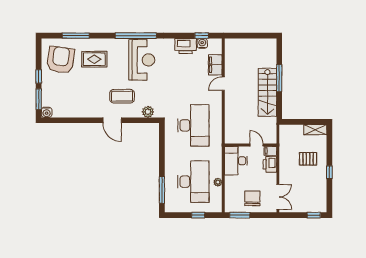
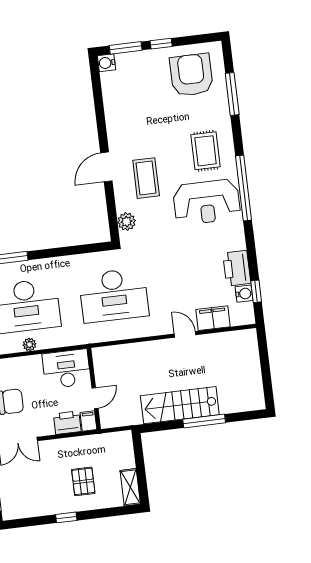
rug: (94, 59) -> (206, 151), moved
armchair: (61, 60) -> (191, 75), turned -98

